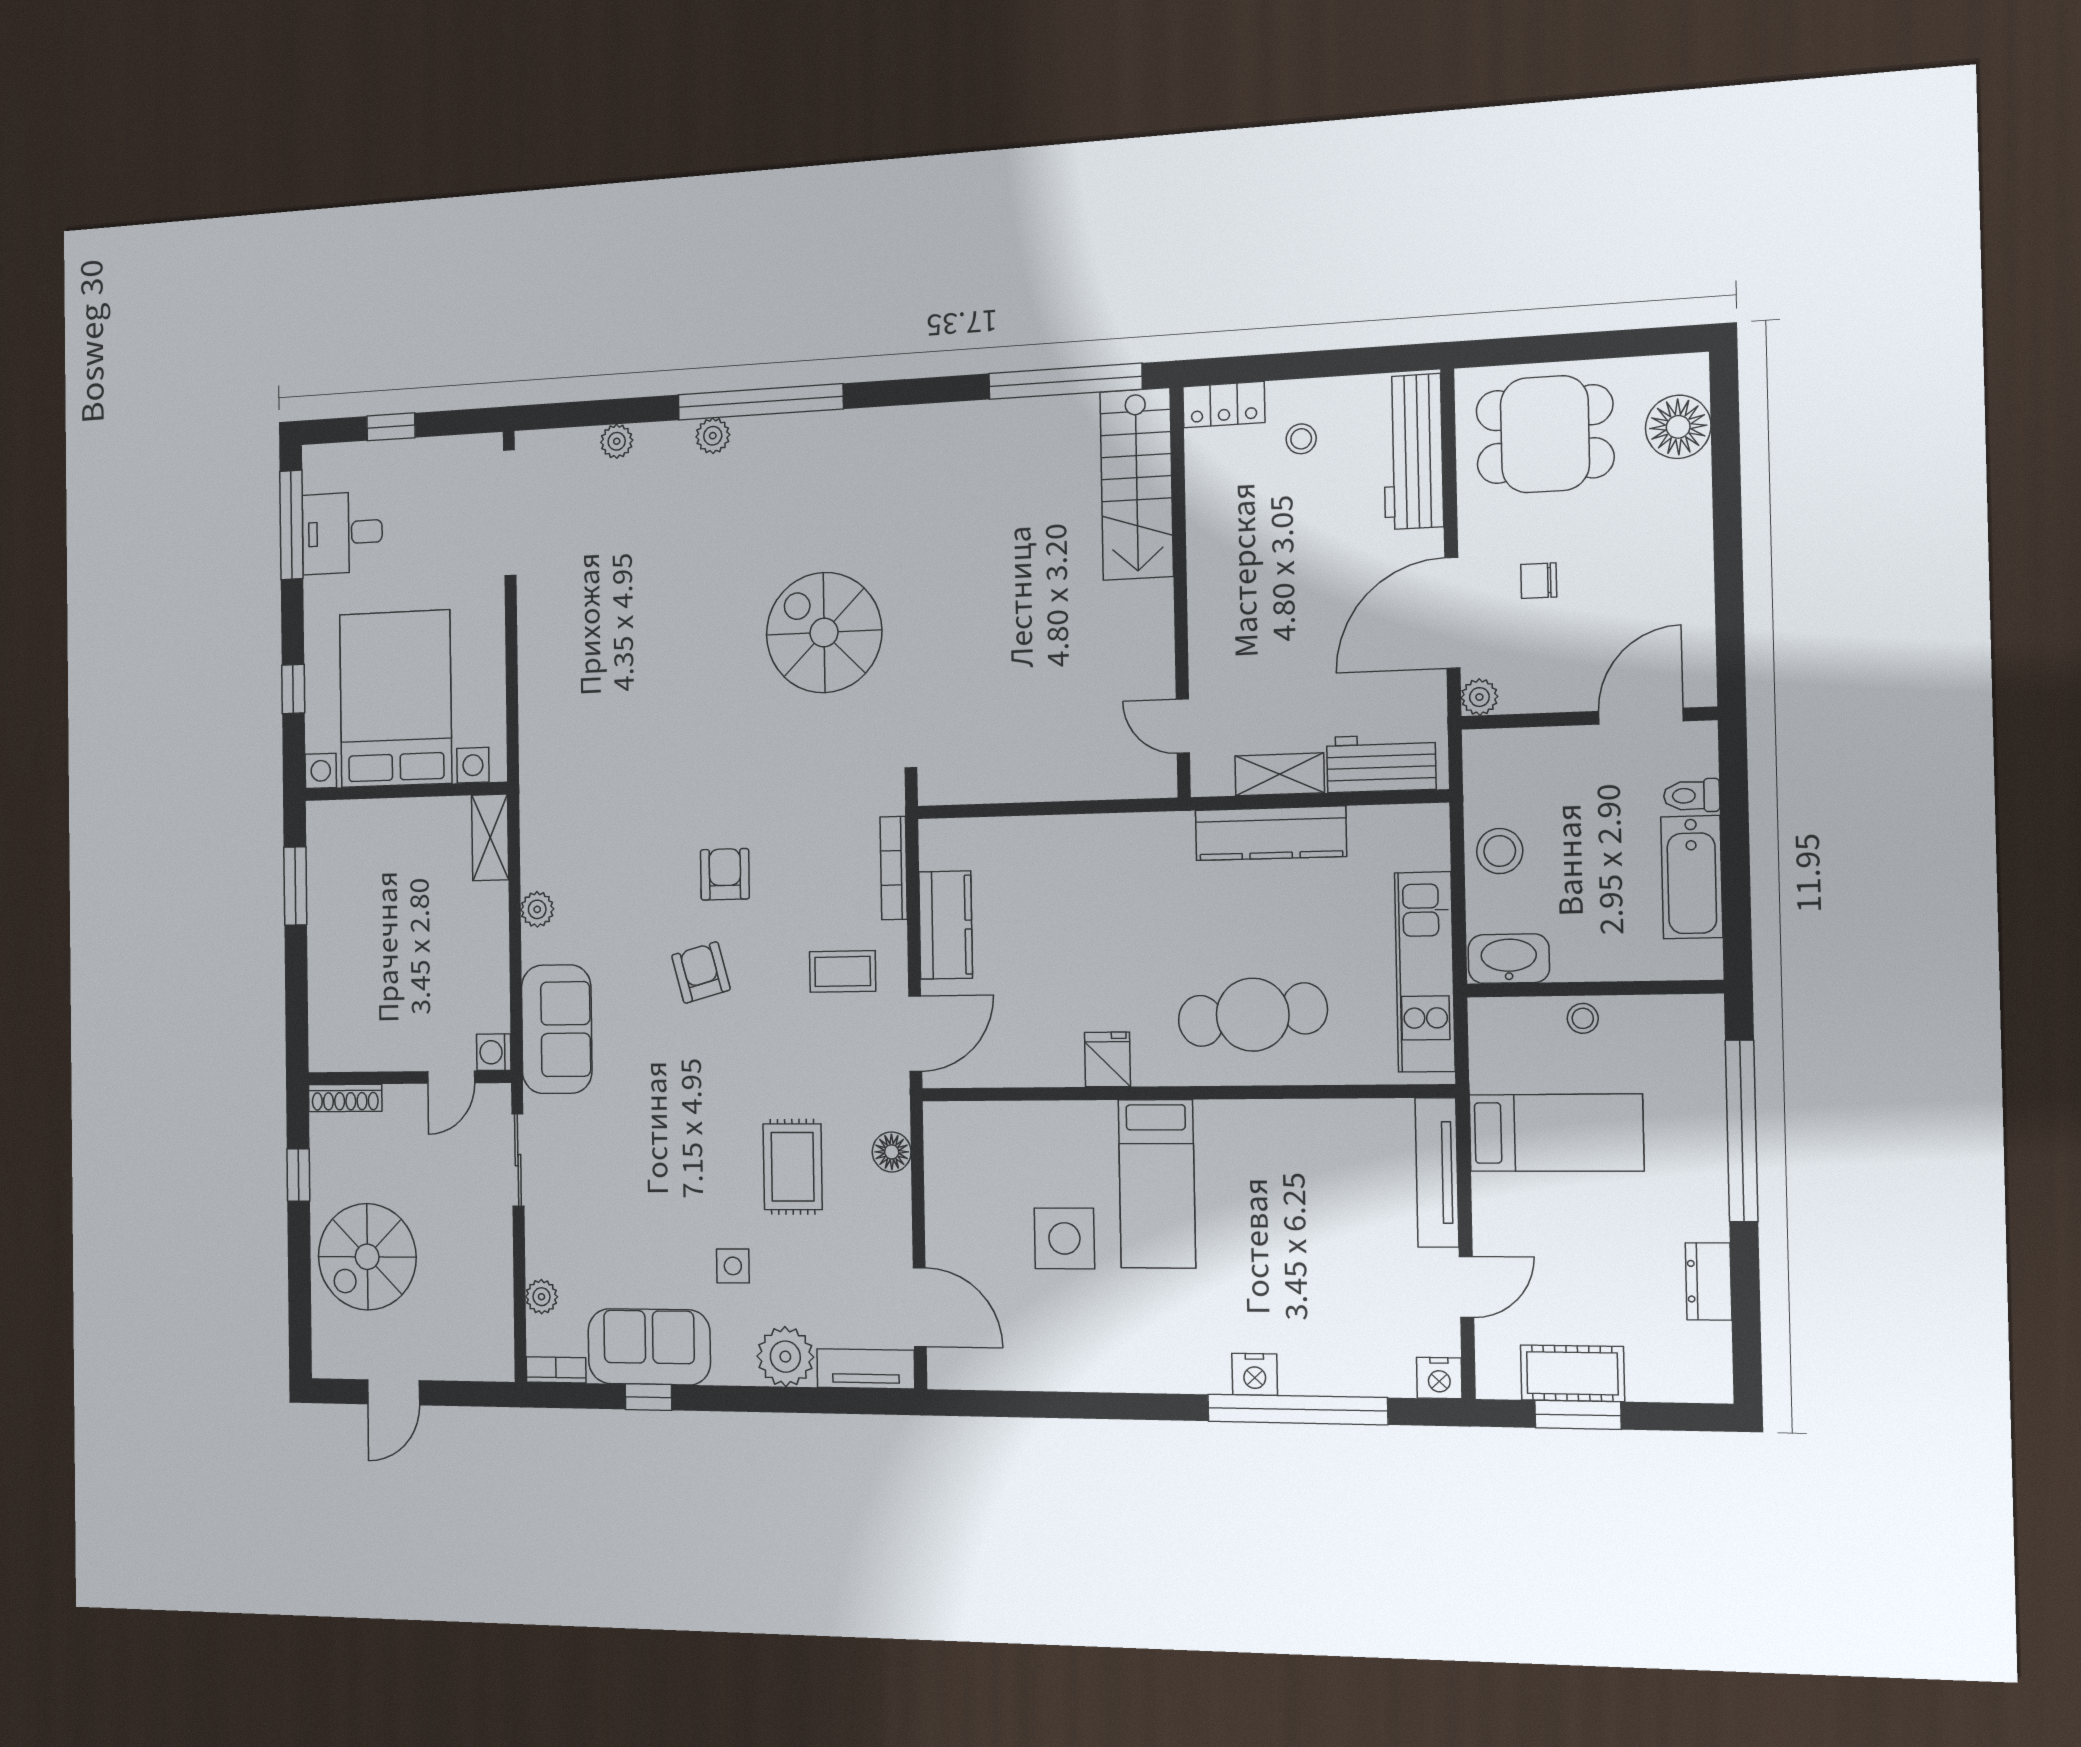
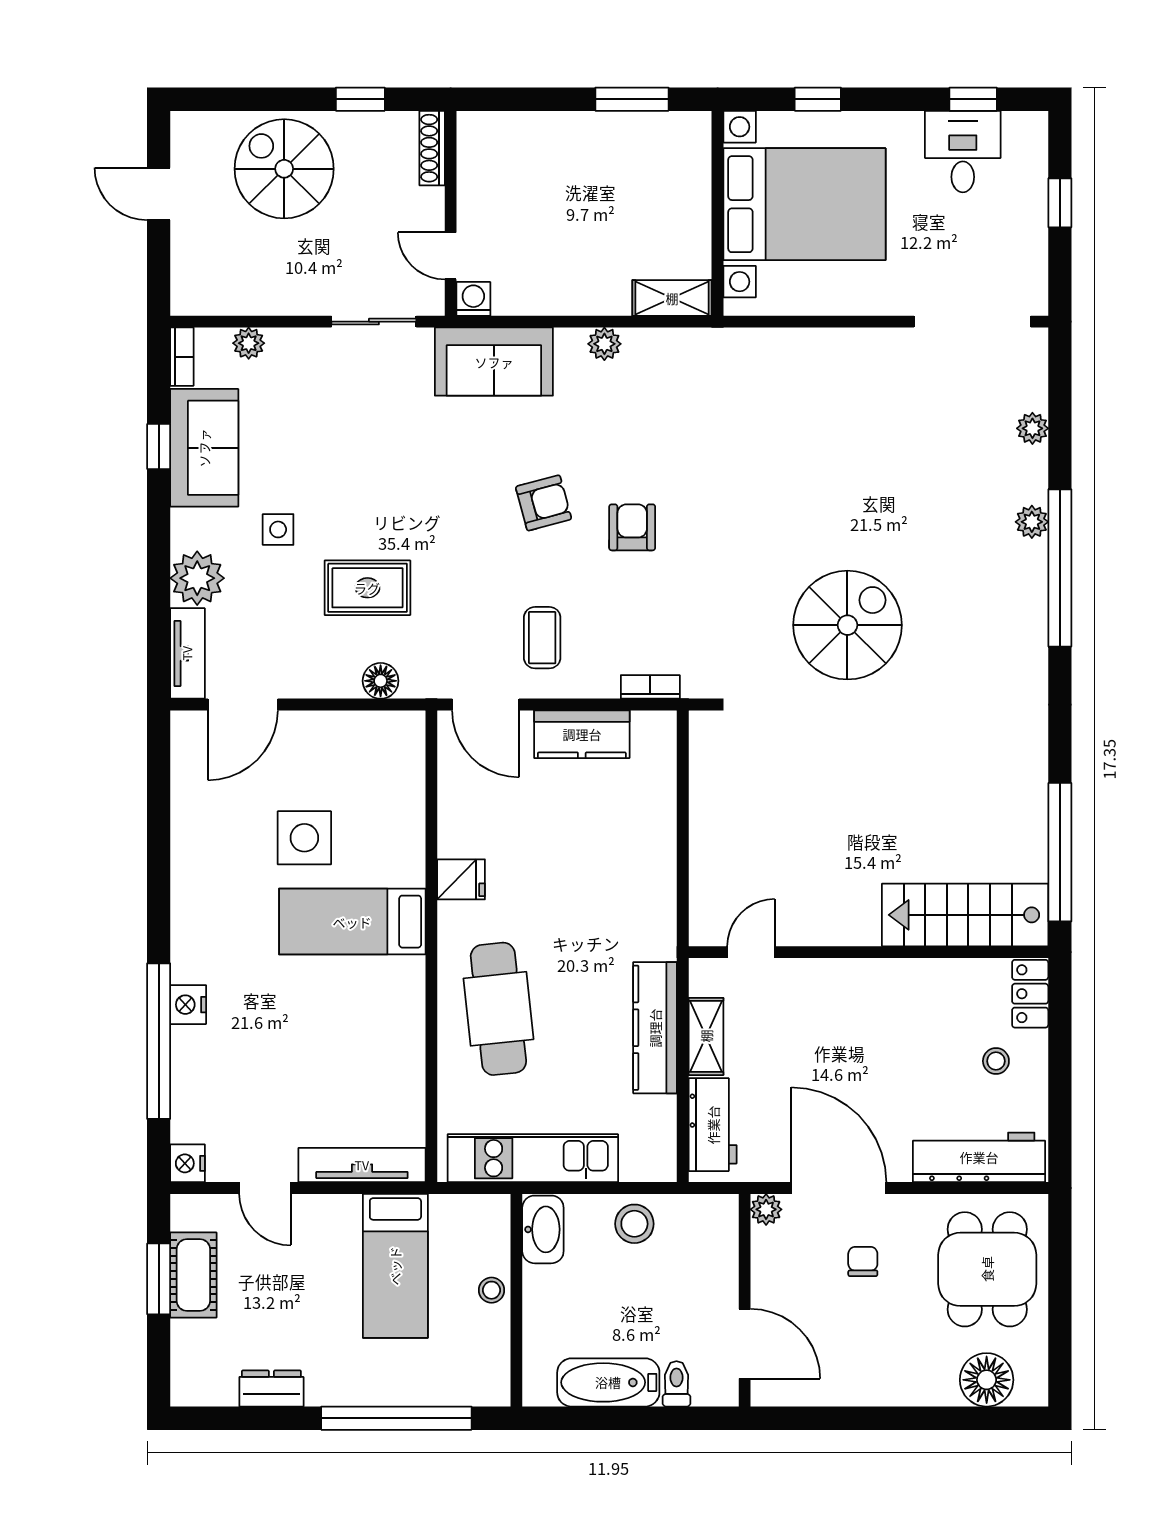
window: (291, 525) -> (973, 99), width x0.46
bookcase: (894, 868) -> (650, 687), width x0.64
armchair: (725, 874) -> (632, 527), turned -90

